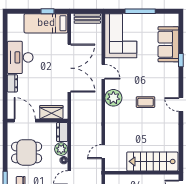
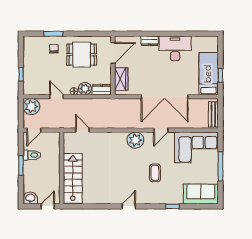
sofa: (168, 44) -> (201, 194), moved
coffee table: (146, 102) -> (155, 173), moved
dining table: (27, 152) -> (82, 55), turned 90

